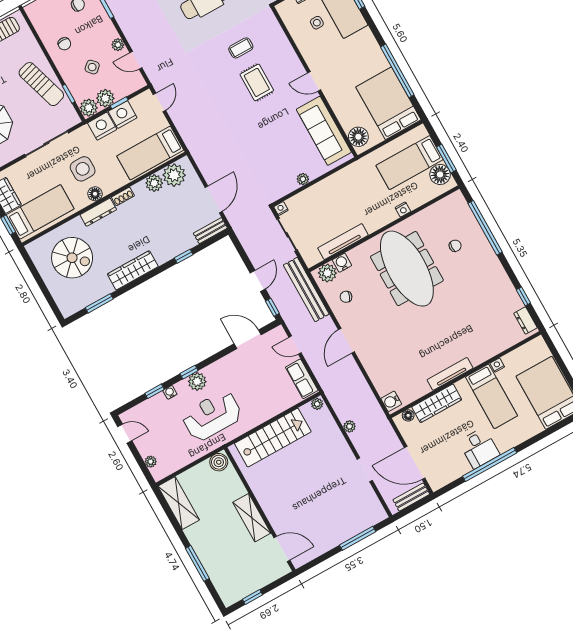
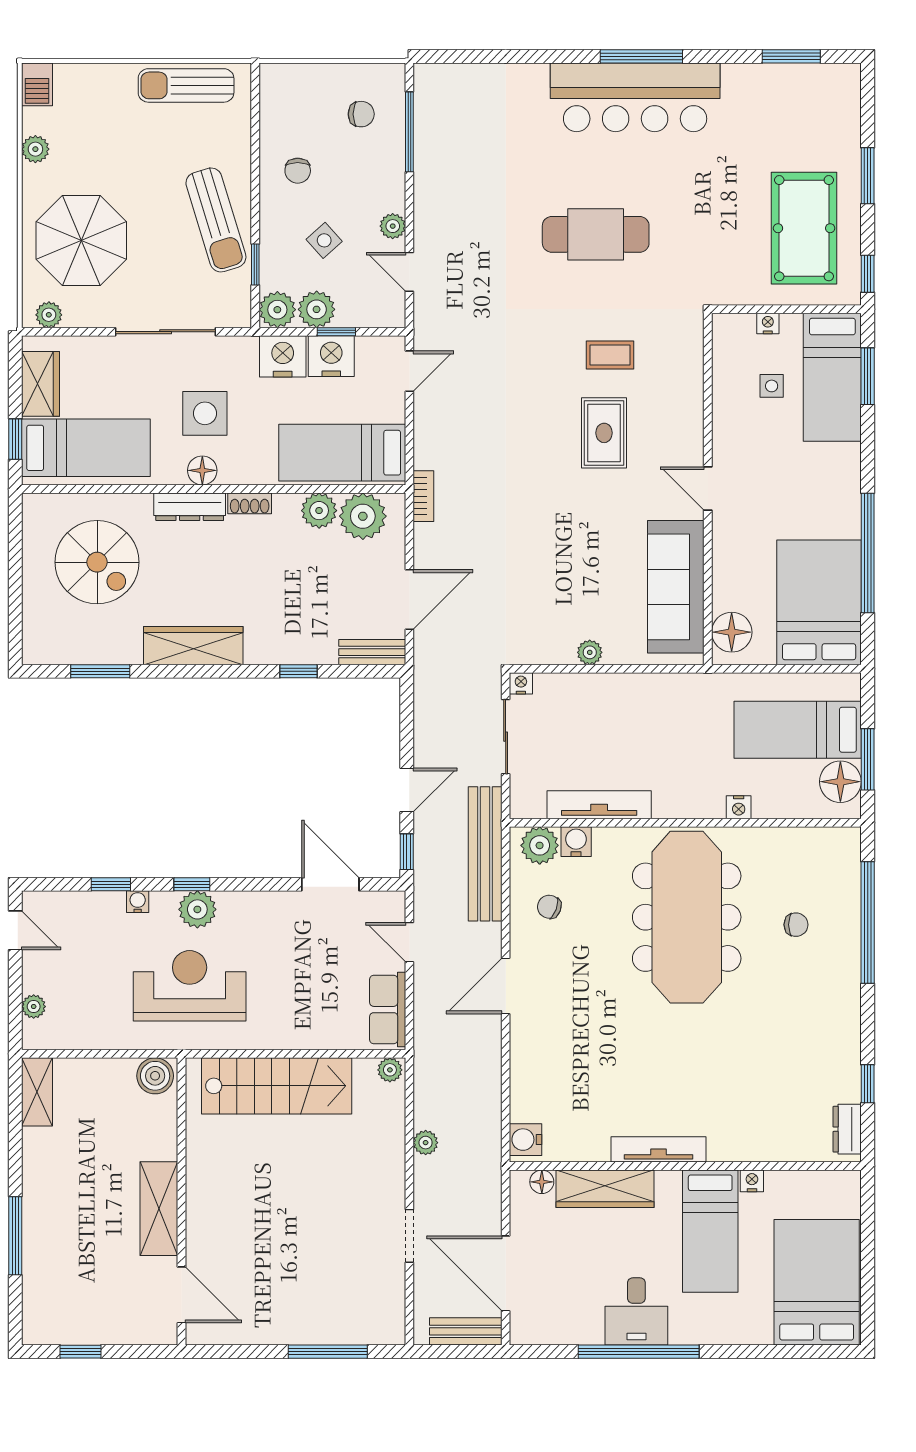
bookcase: (195, 152) -> (423, 496), added
shelving: (179, 503) -> (37, 1092), width x0.67, depth x0.75

